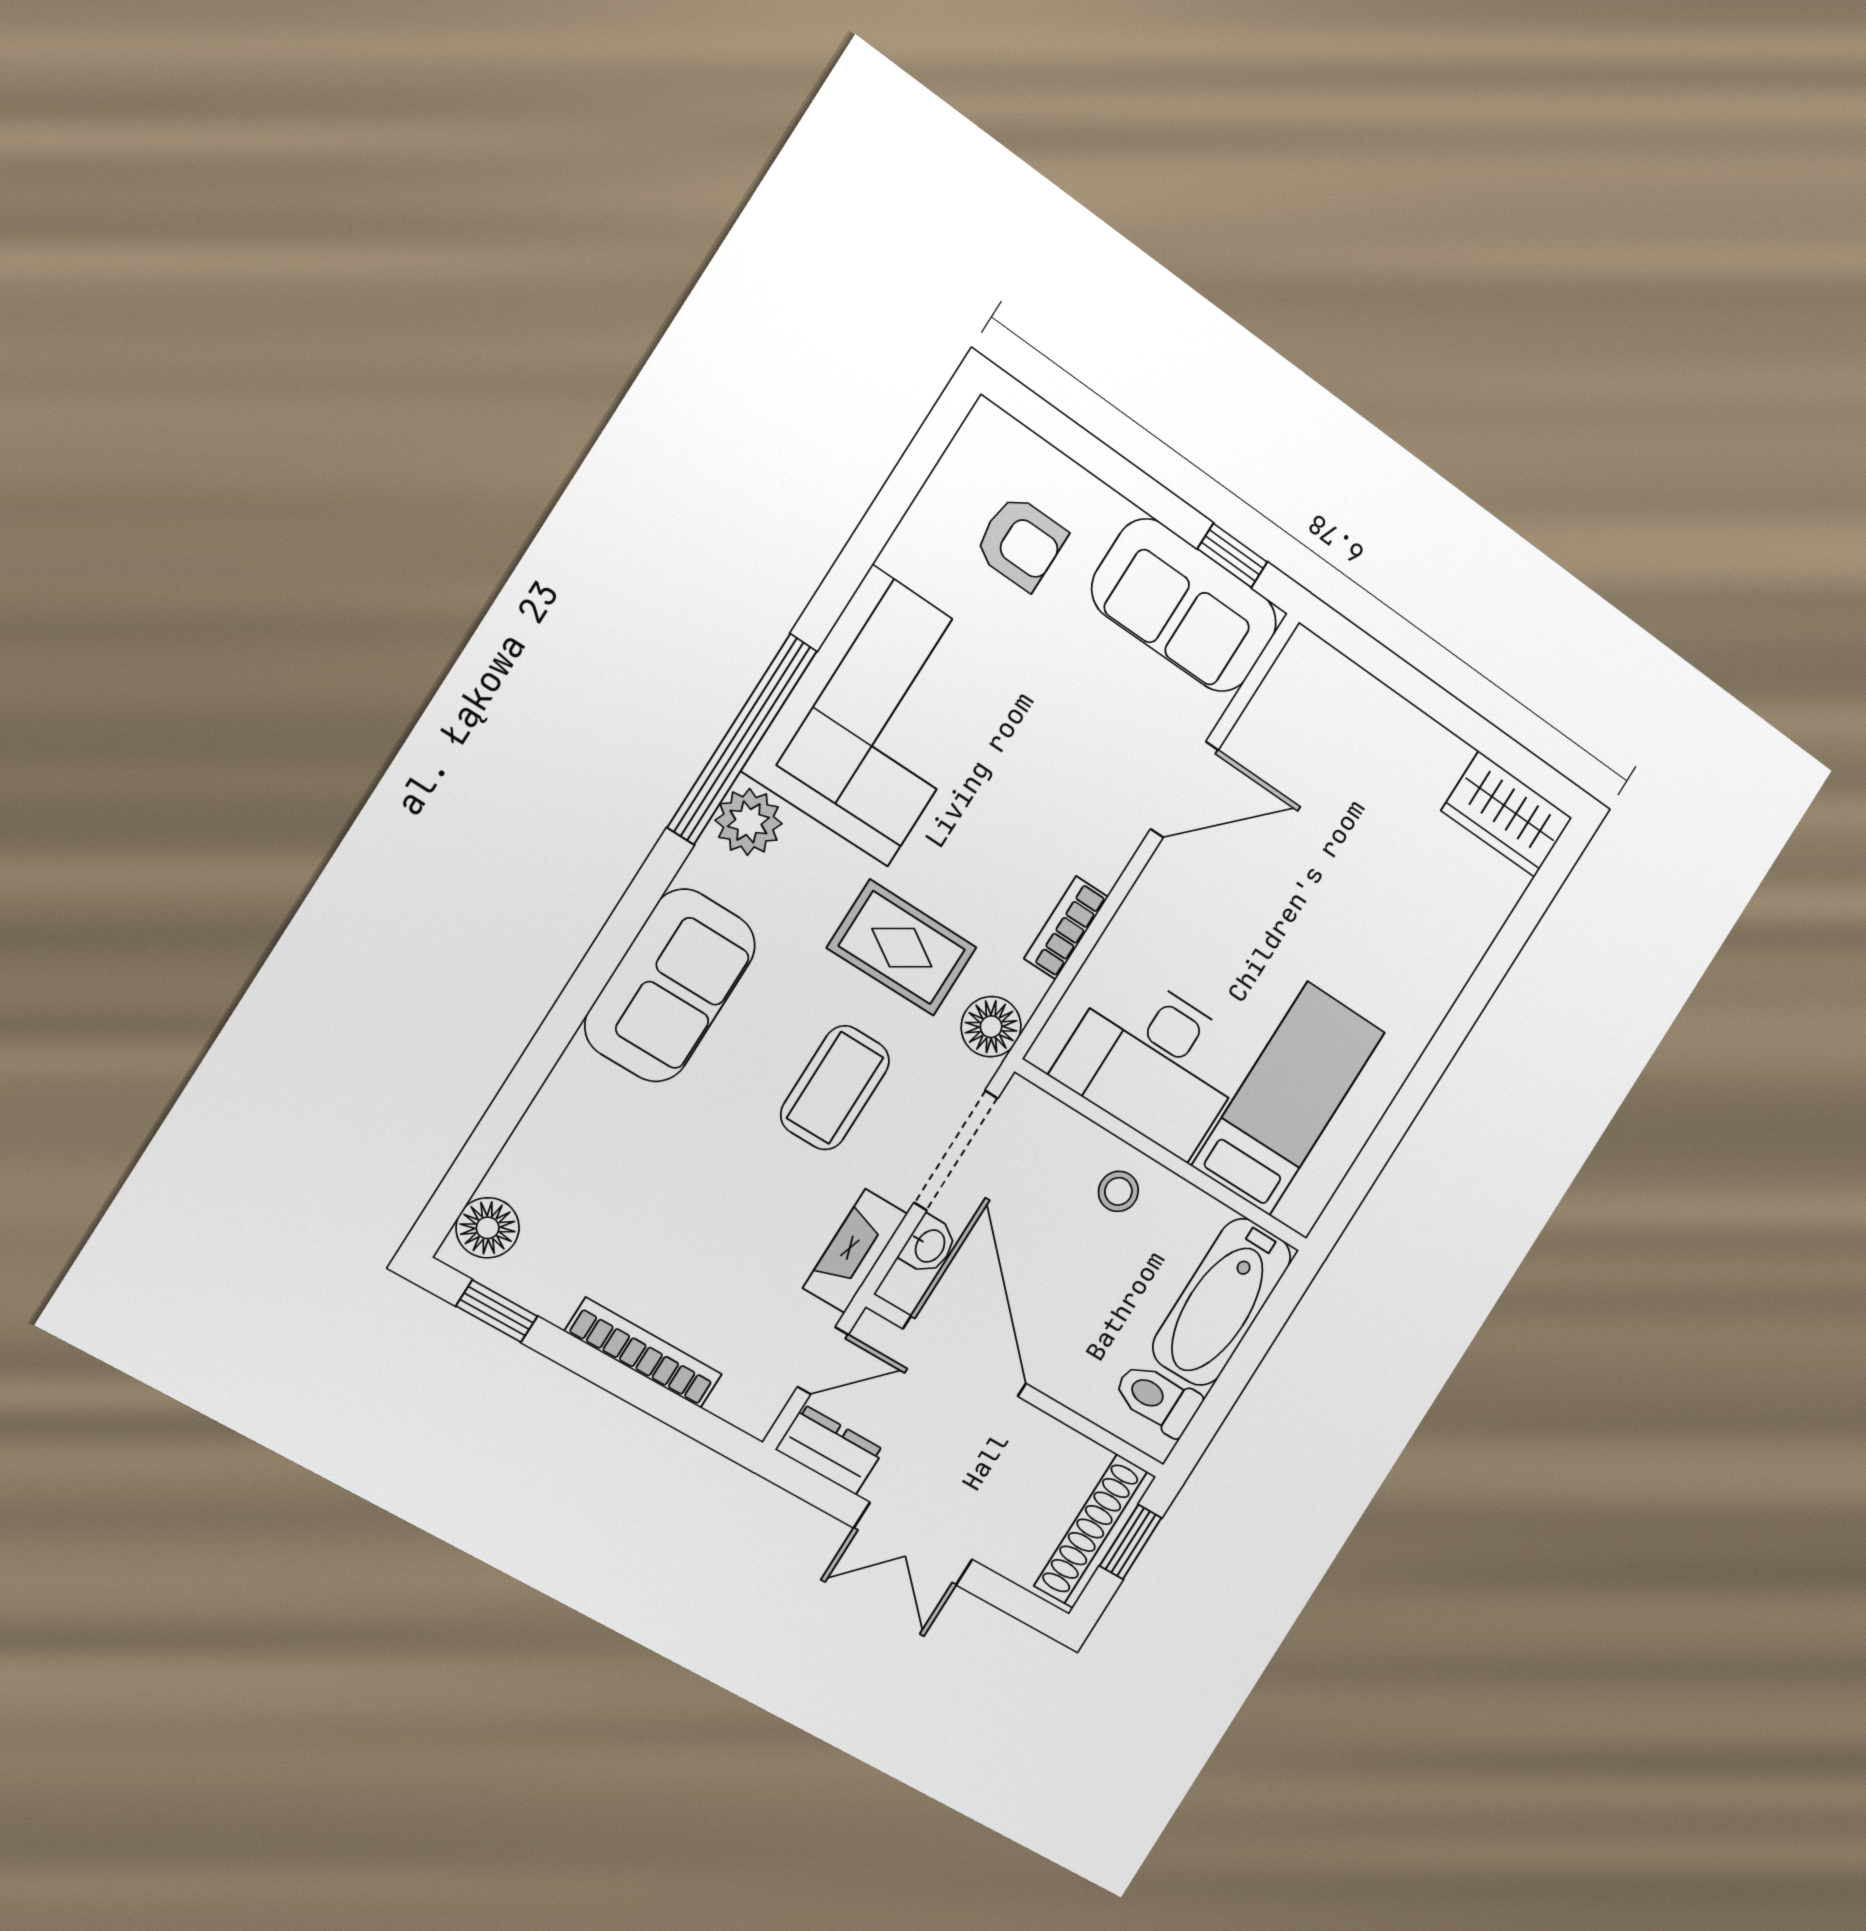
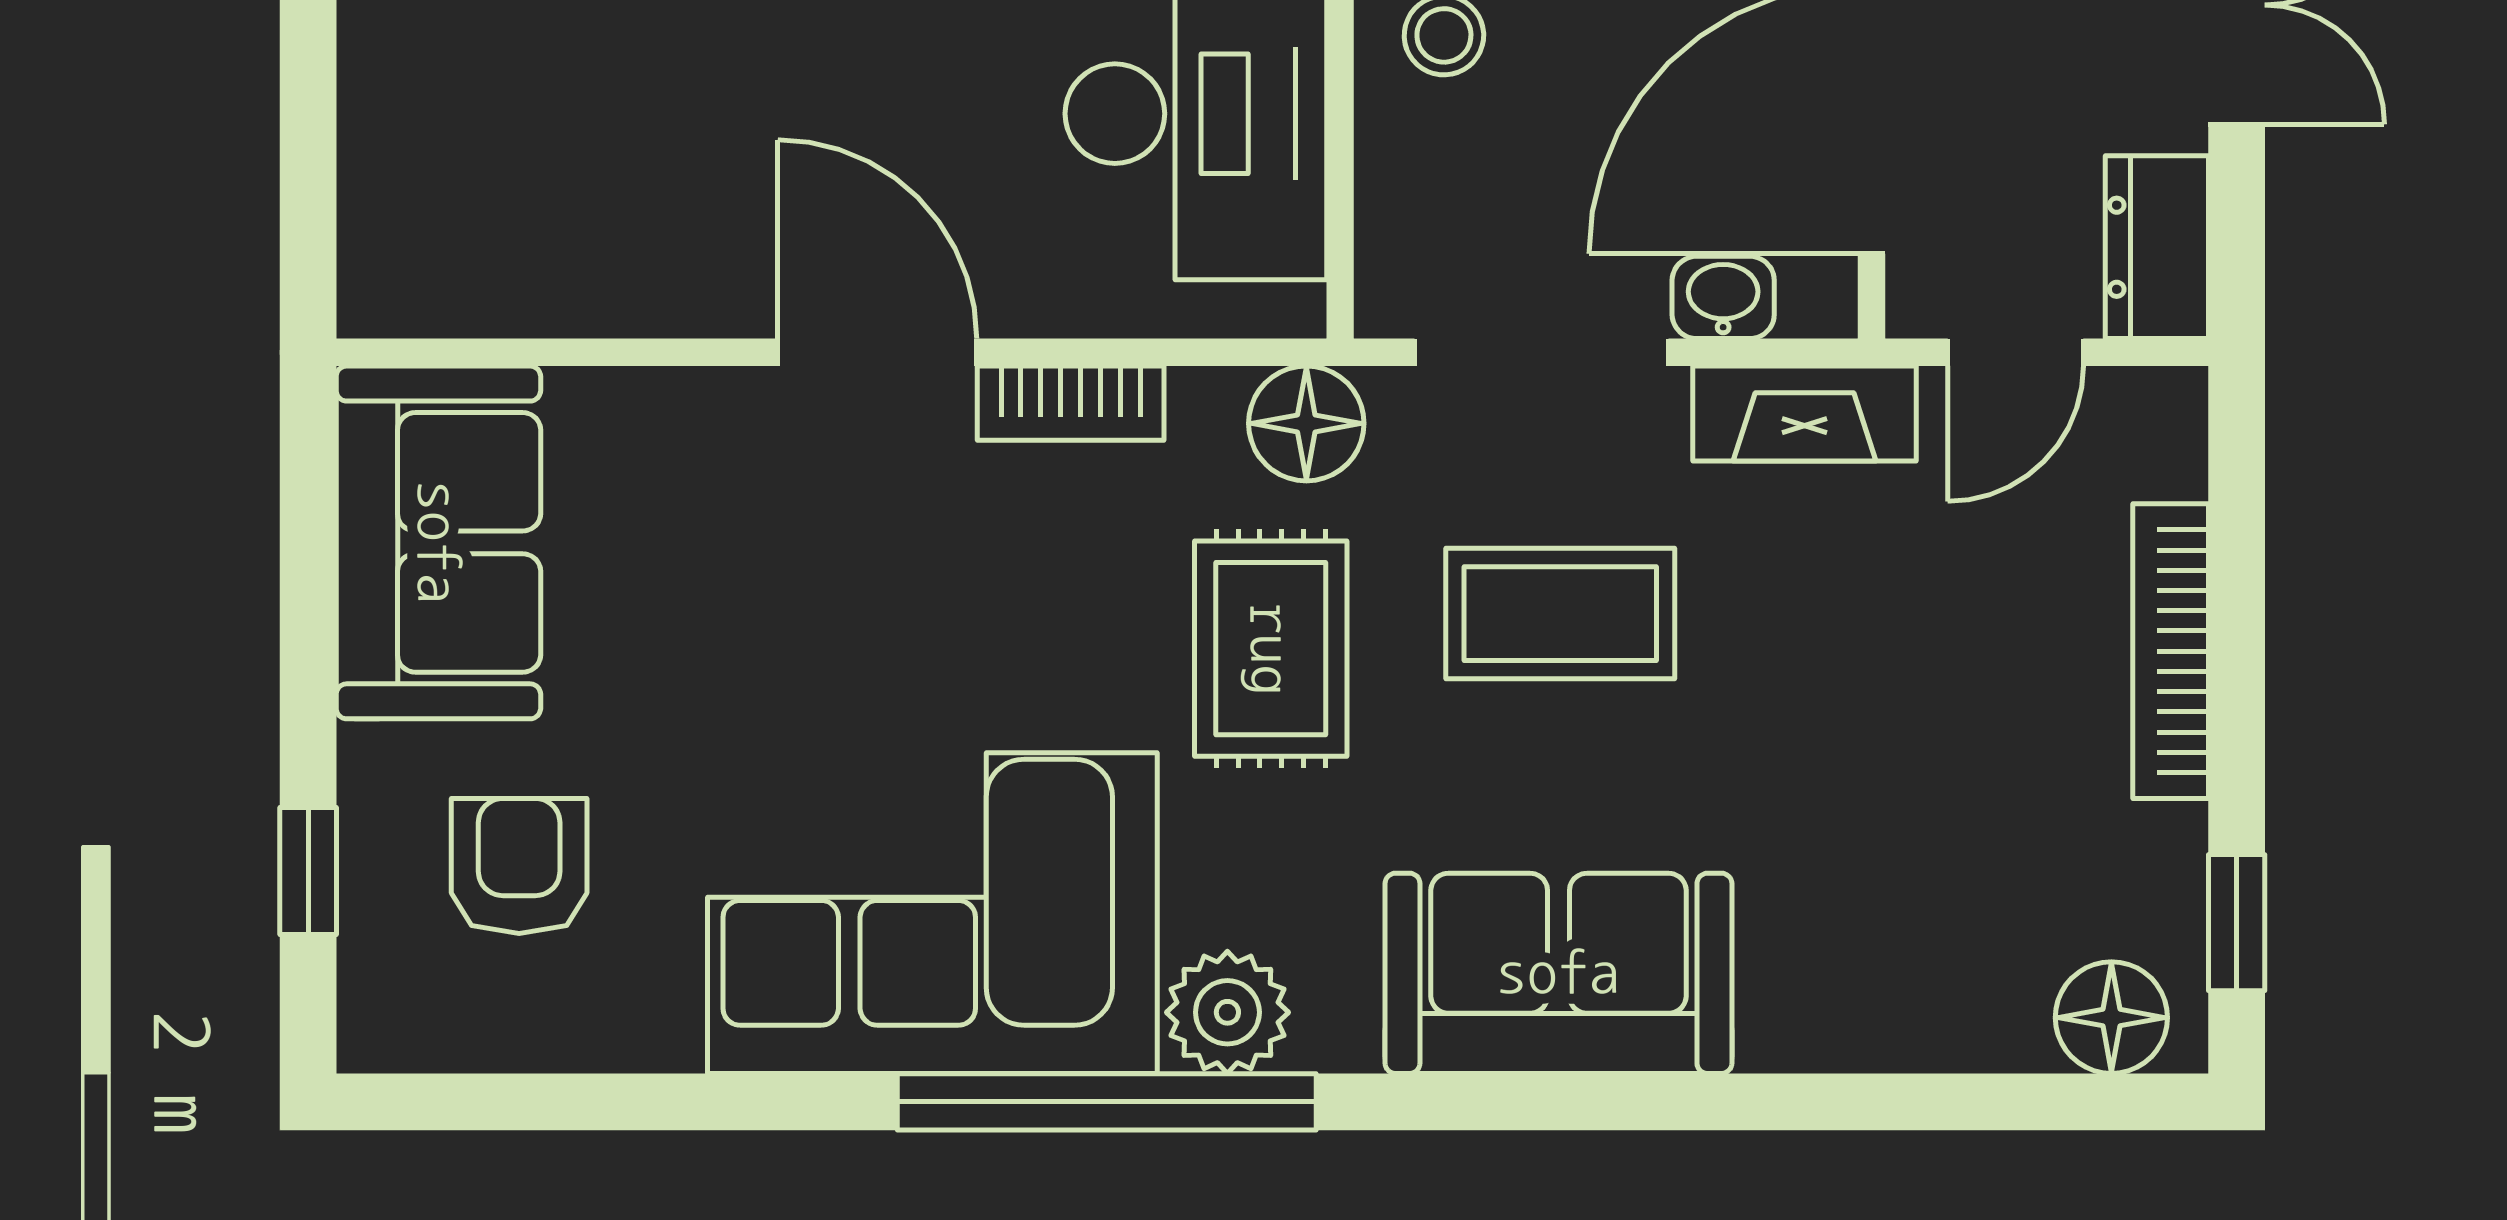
window: (1232, 555) -> (308, 871), moved
door: (1184, 789) -> (877, 352), moved
door: (823, 1361) -> (2016, 352), swing flipped

